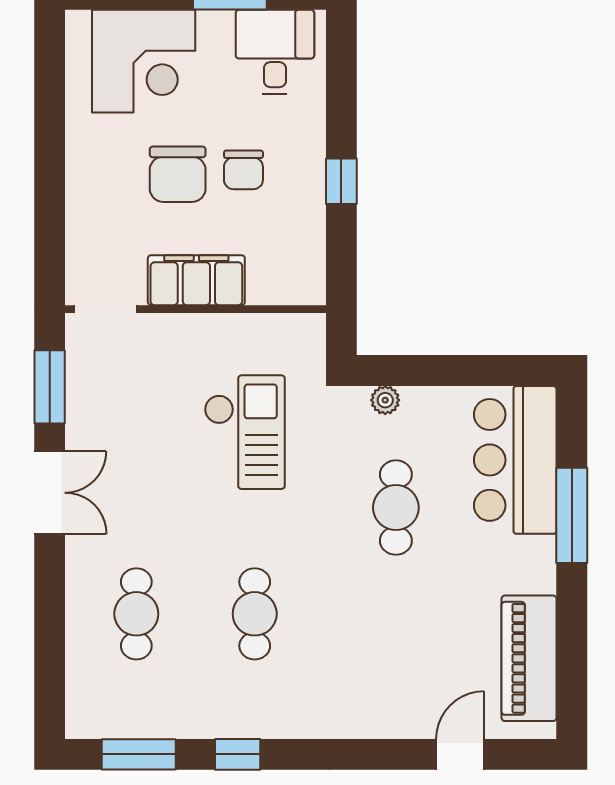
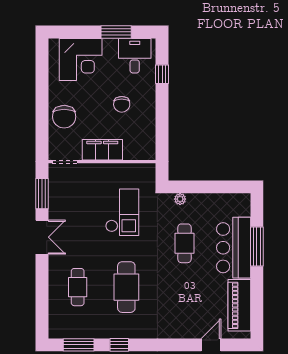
chair: (178, 174) -> (64, 117), moved
window: (341, 181) -> (162, 74), moved
bar counter: (515, 460) -> (234, 248), moved
cafe table: (255, 614) -> (126, 287), width x1.37, depth x1.35

